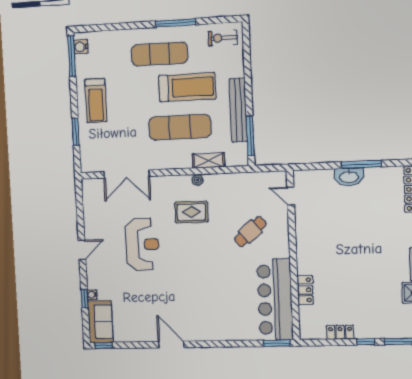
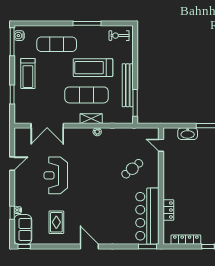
exercise mat: (159, 54) -> (57, 44), moved
treadmill: (187, 87) -> (93, 68), turned 180
shelving: (209, 160) -> (91, 119), moved
washbasin: (349, 177) -> (188, 134), moved
rug: (191, 212) -> (56, 222), moved, turned 90
reception desk: (142, 244) -> (56, 175), turned 180
door: (82, 250) -> (12, 164), moved
locker: (340, 332) -> (186, 240), width x1.53
door: (171, 345) -> (89, 247), moved

